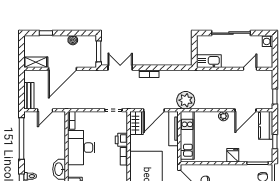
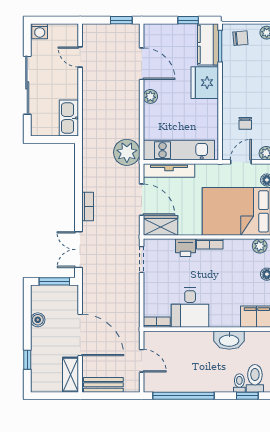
bench: (29, 96) -> (103, 385), moved
kitchen counter: (266, 125) -> (208, 44), moved, turned 90
desk: (81, 148) -> (190, 307), width x0.73
fridge: (233, 155) -> (205, 83), width x1.88, depth x1.34

